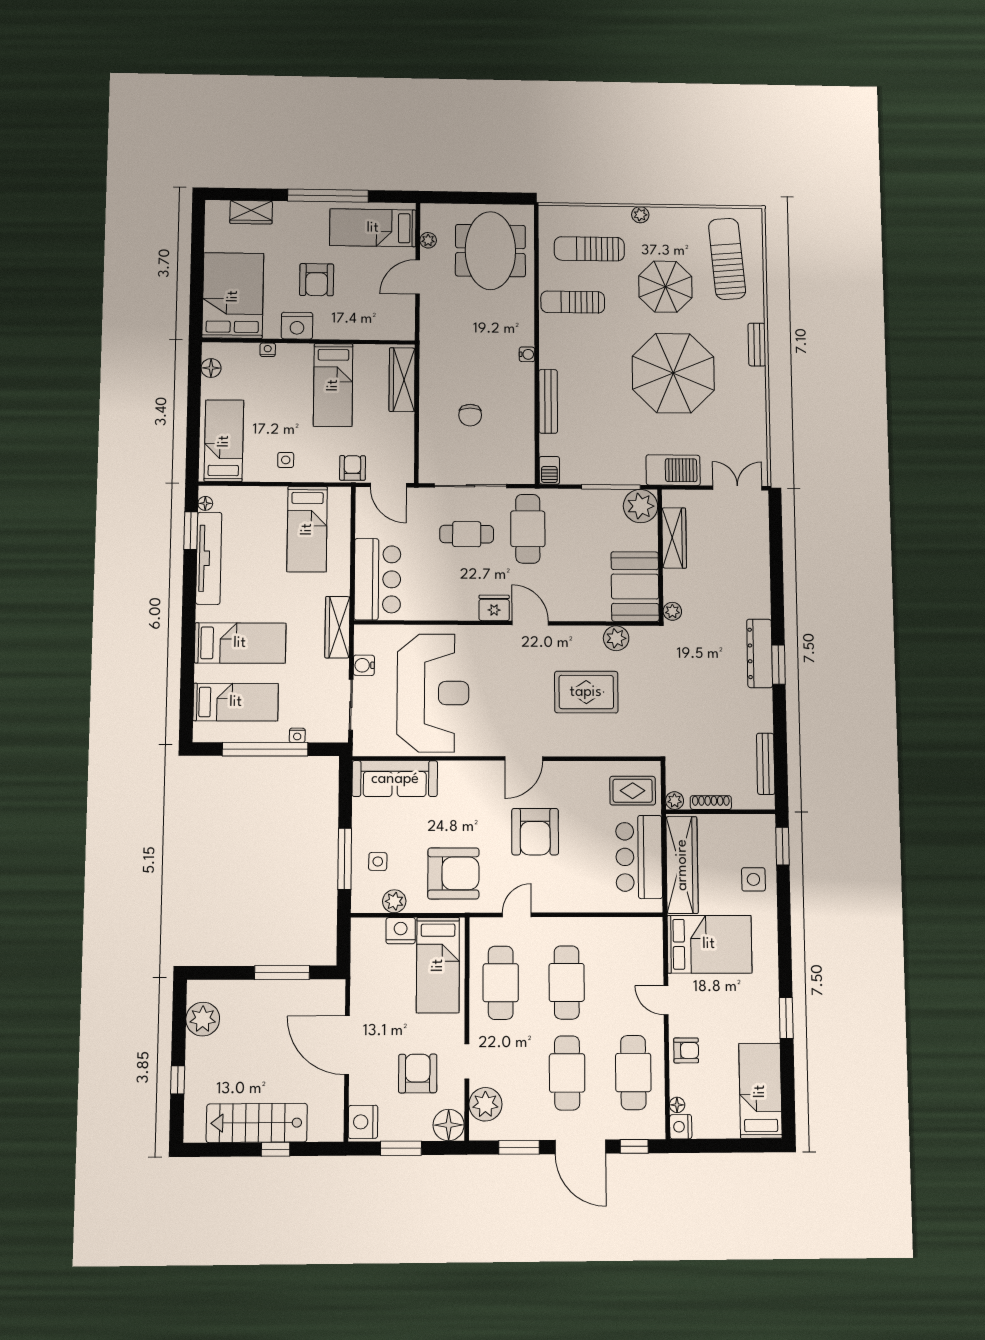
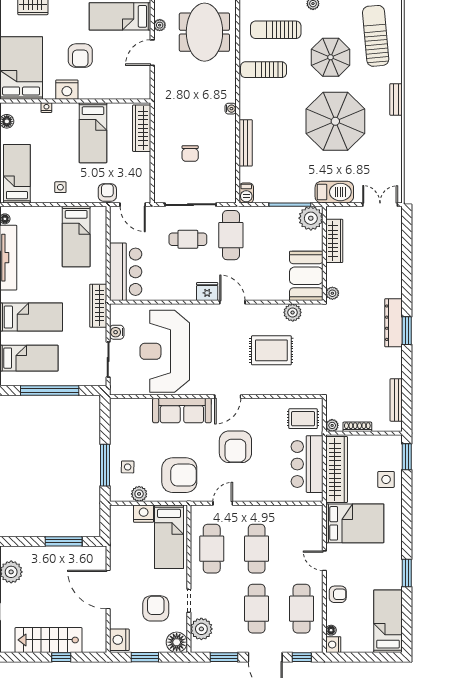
reception desk: (433, 693) -> (165, 351), turned 180
nightstand: (297, 735) -> (71, 381), removed
sofa: (395, 779) -> (182, 411), moved

